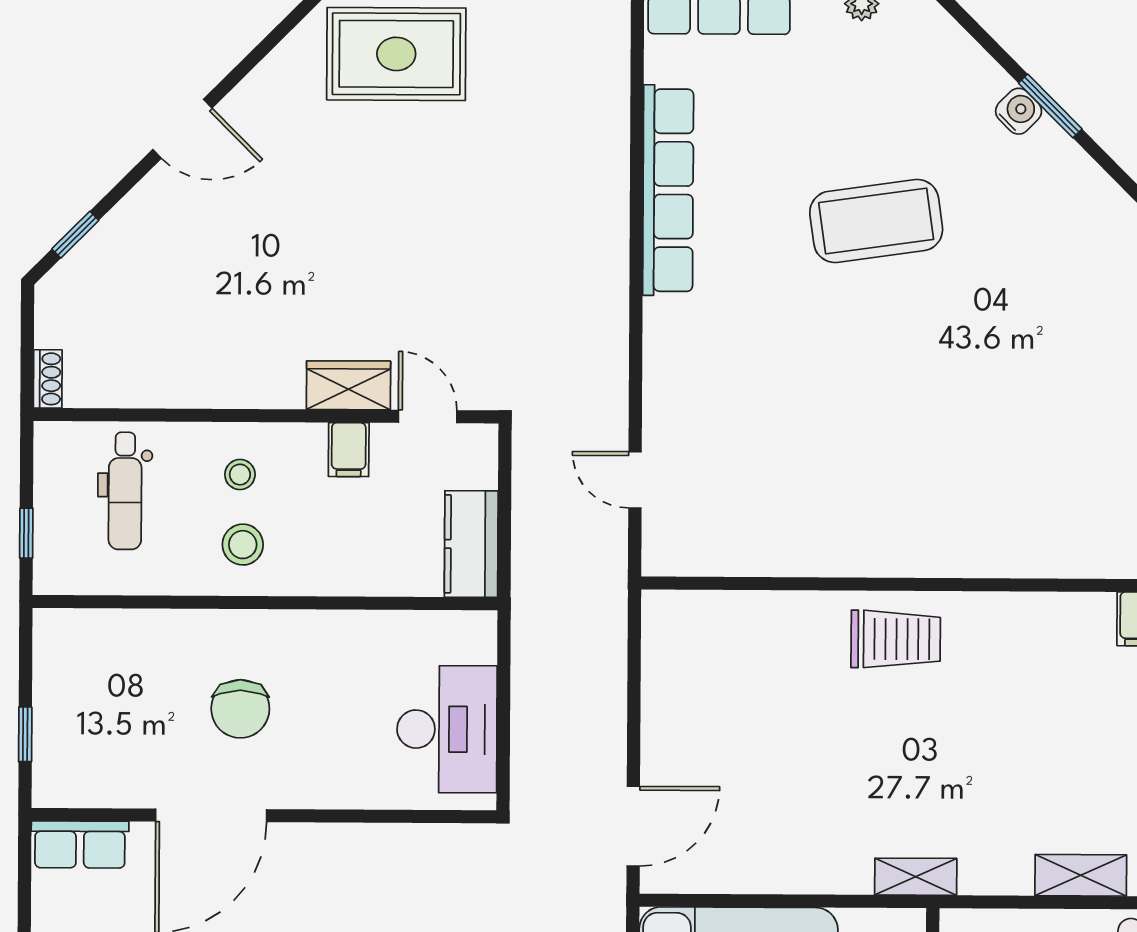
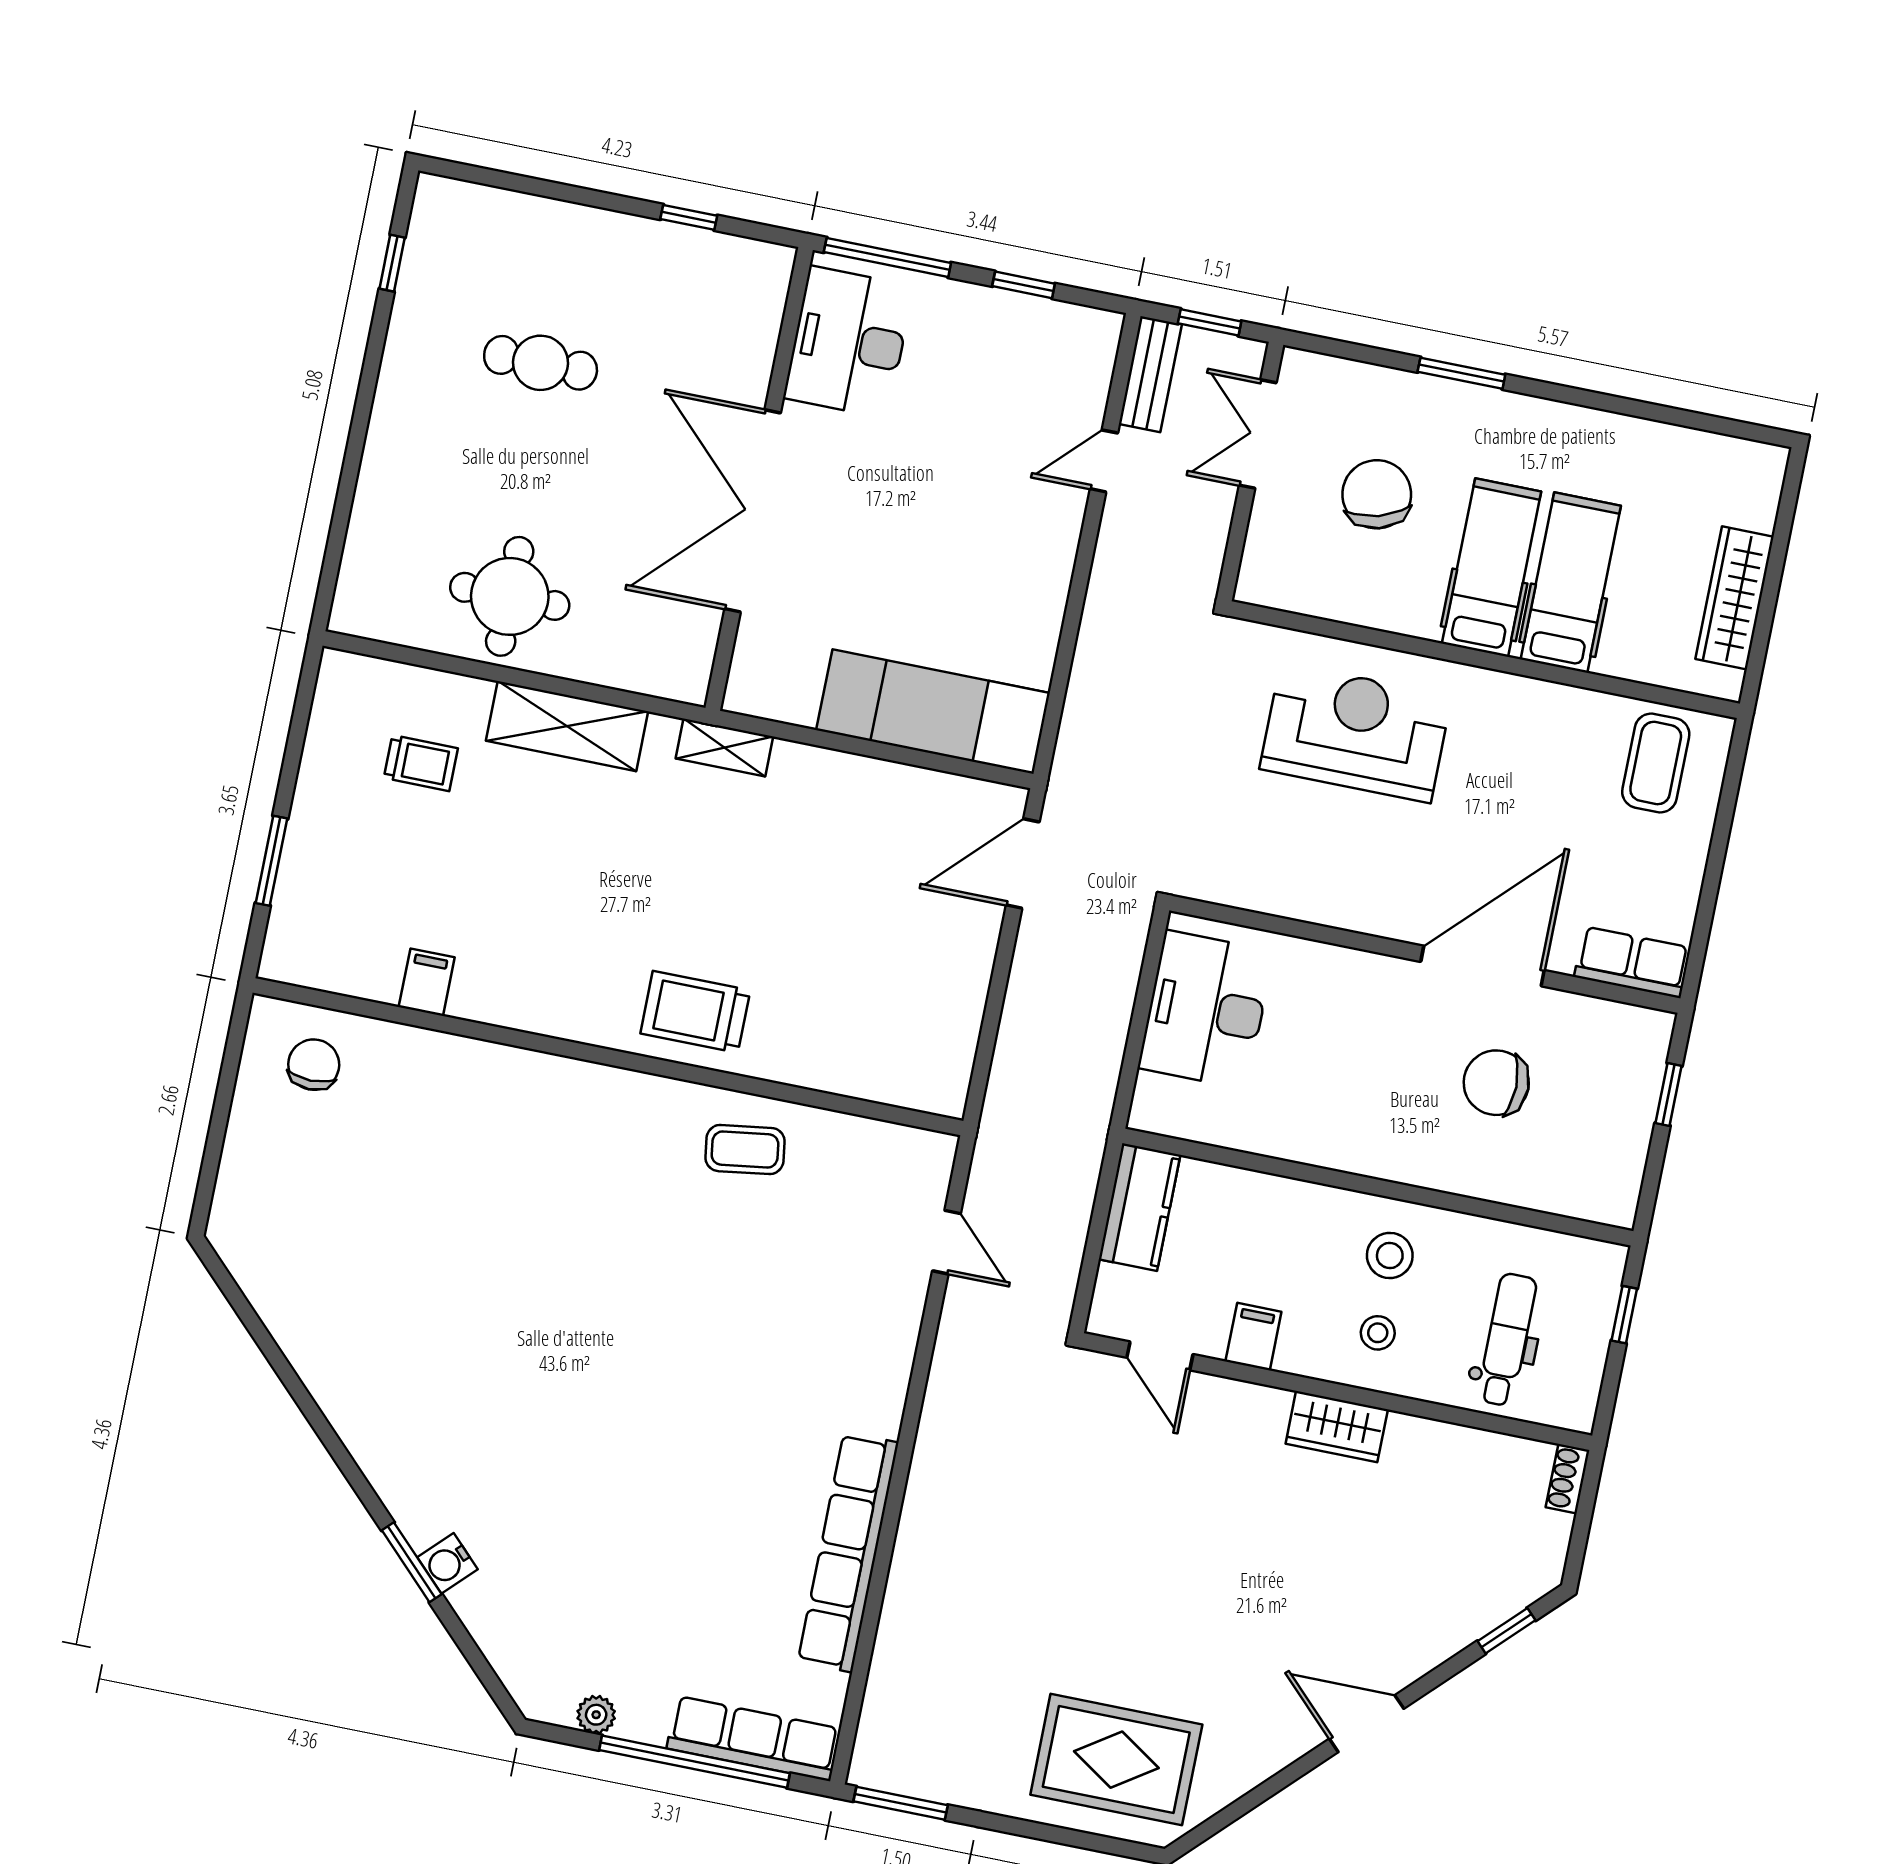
coffee table: (876, 221) -> (745, 1150), moved, width x0.54, depth x0.58
wardrobe: (348, 385) -> (1337, 1427), moved
chair: (240, 709) -> (1496, 1083), moved, turned -90
shelving: (1081, 875) -> (567, 726), width x1.50, depth x1.33

